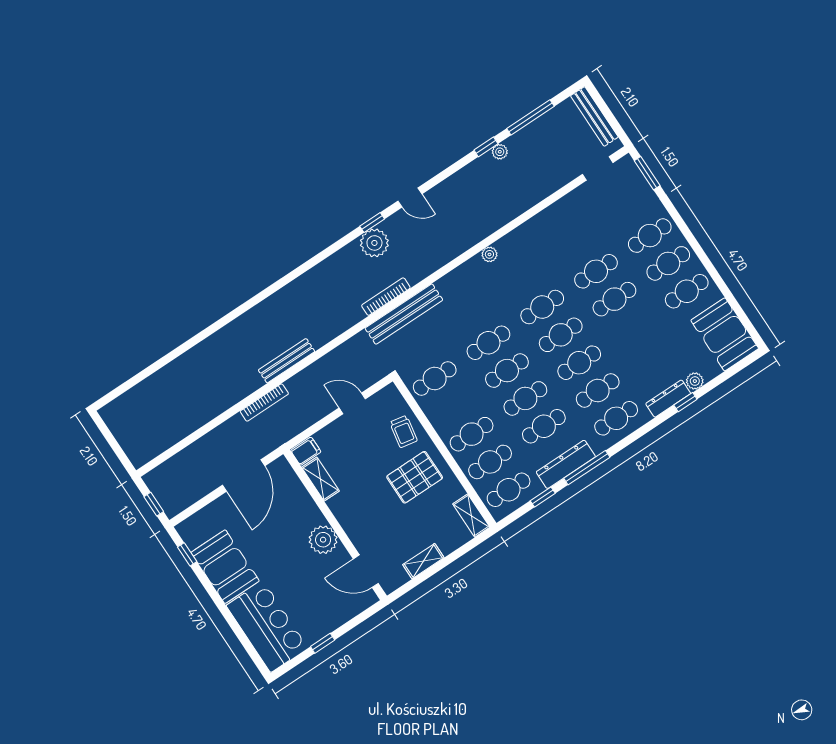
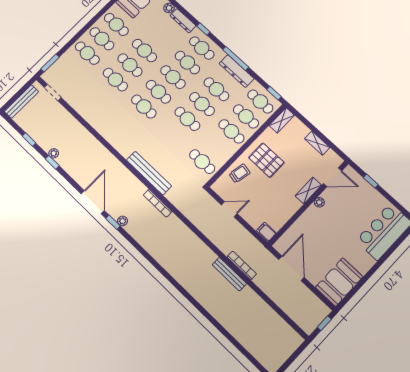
window: (531, 117) -> (29, 139), width x0.46
door: (410, 198) -> (93, 202), width x1.87
plant: (374, 243) -> (123, 221), width x0.53, depth x0.53
plant: (489, 254) -> (118, 145), removed
bench: (404, 314) -> (149, 173), moved
cafe table: (488, 343) -> (144, 51), moved
bench: (287, 361) -> (229, 274), moved
window: (685, 402) -> (203, 29), moved
door: (352, 403) -> (229, 209), swing flipped
door: (244, 475) -> (291, 268), hinge flipped
shelving: (320, 479) -> (308, 190), moved
window: (543, 497) -> (274, 93), moved
plant: (323, 540) -> (319, 202), width x0.53, depth x0.53
window: (187, 554) -> (351, 294), removed
booth: (225, 567) -> (339, 282), moved
door: (366, 571) -> (333, 177), hinge flipped
window: (323, 643) -> (371, 181), moved

